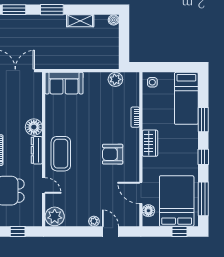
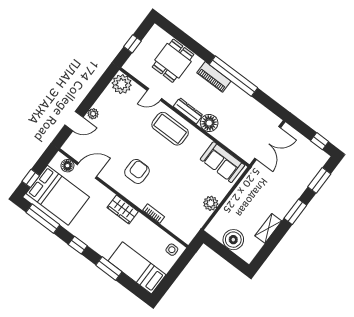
boiler: (114, 20) -> (233, 240), moved, width x1.86, depth x1.86
plant: (115, 79) -> (211, 203), moved
sofa: (64, 83) -> (222, 162), moved, turned -90

